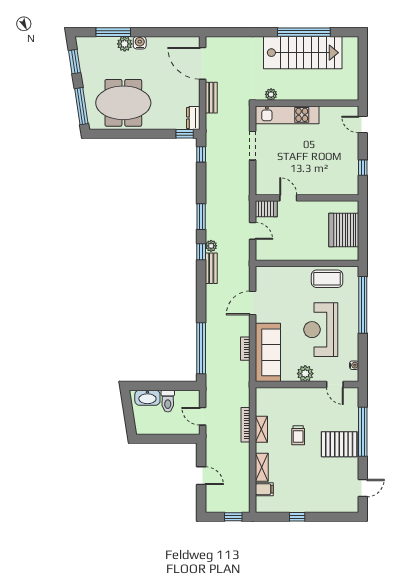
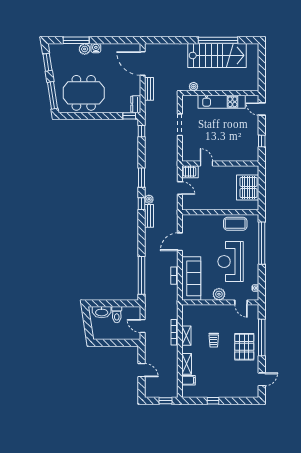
kitchen unit: (287, 115) -> (222, 102), moved
pallet: (339, 444) -> (244, 347), turned 90

